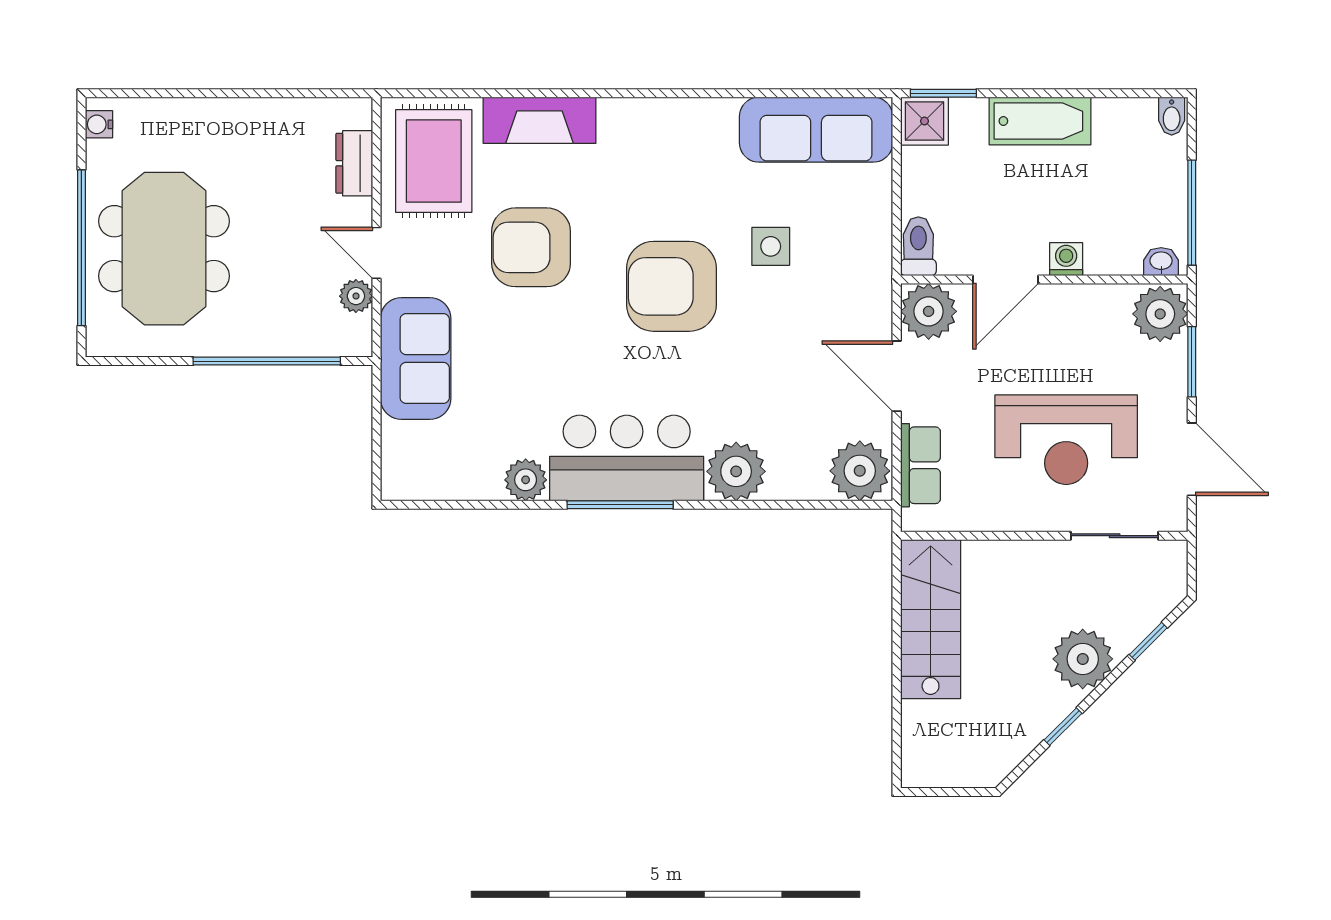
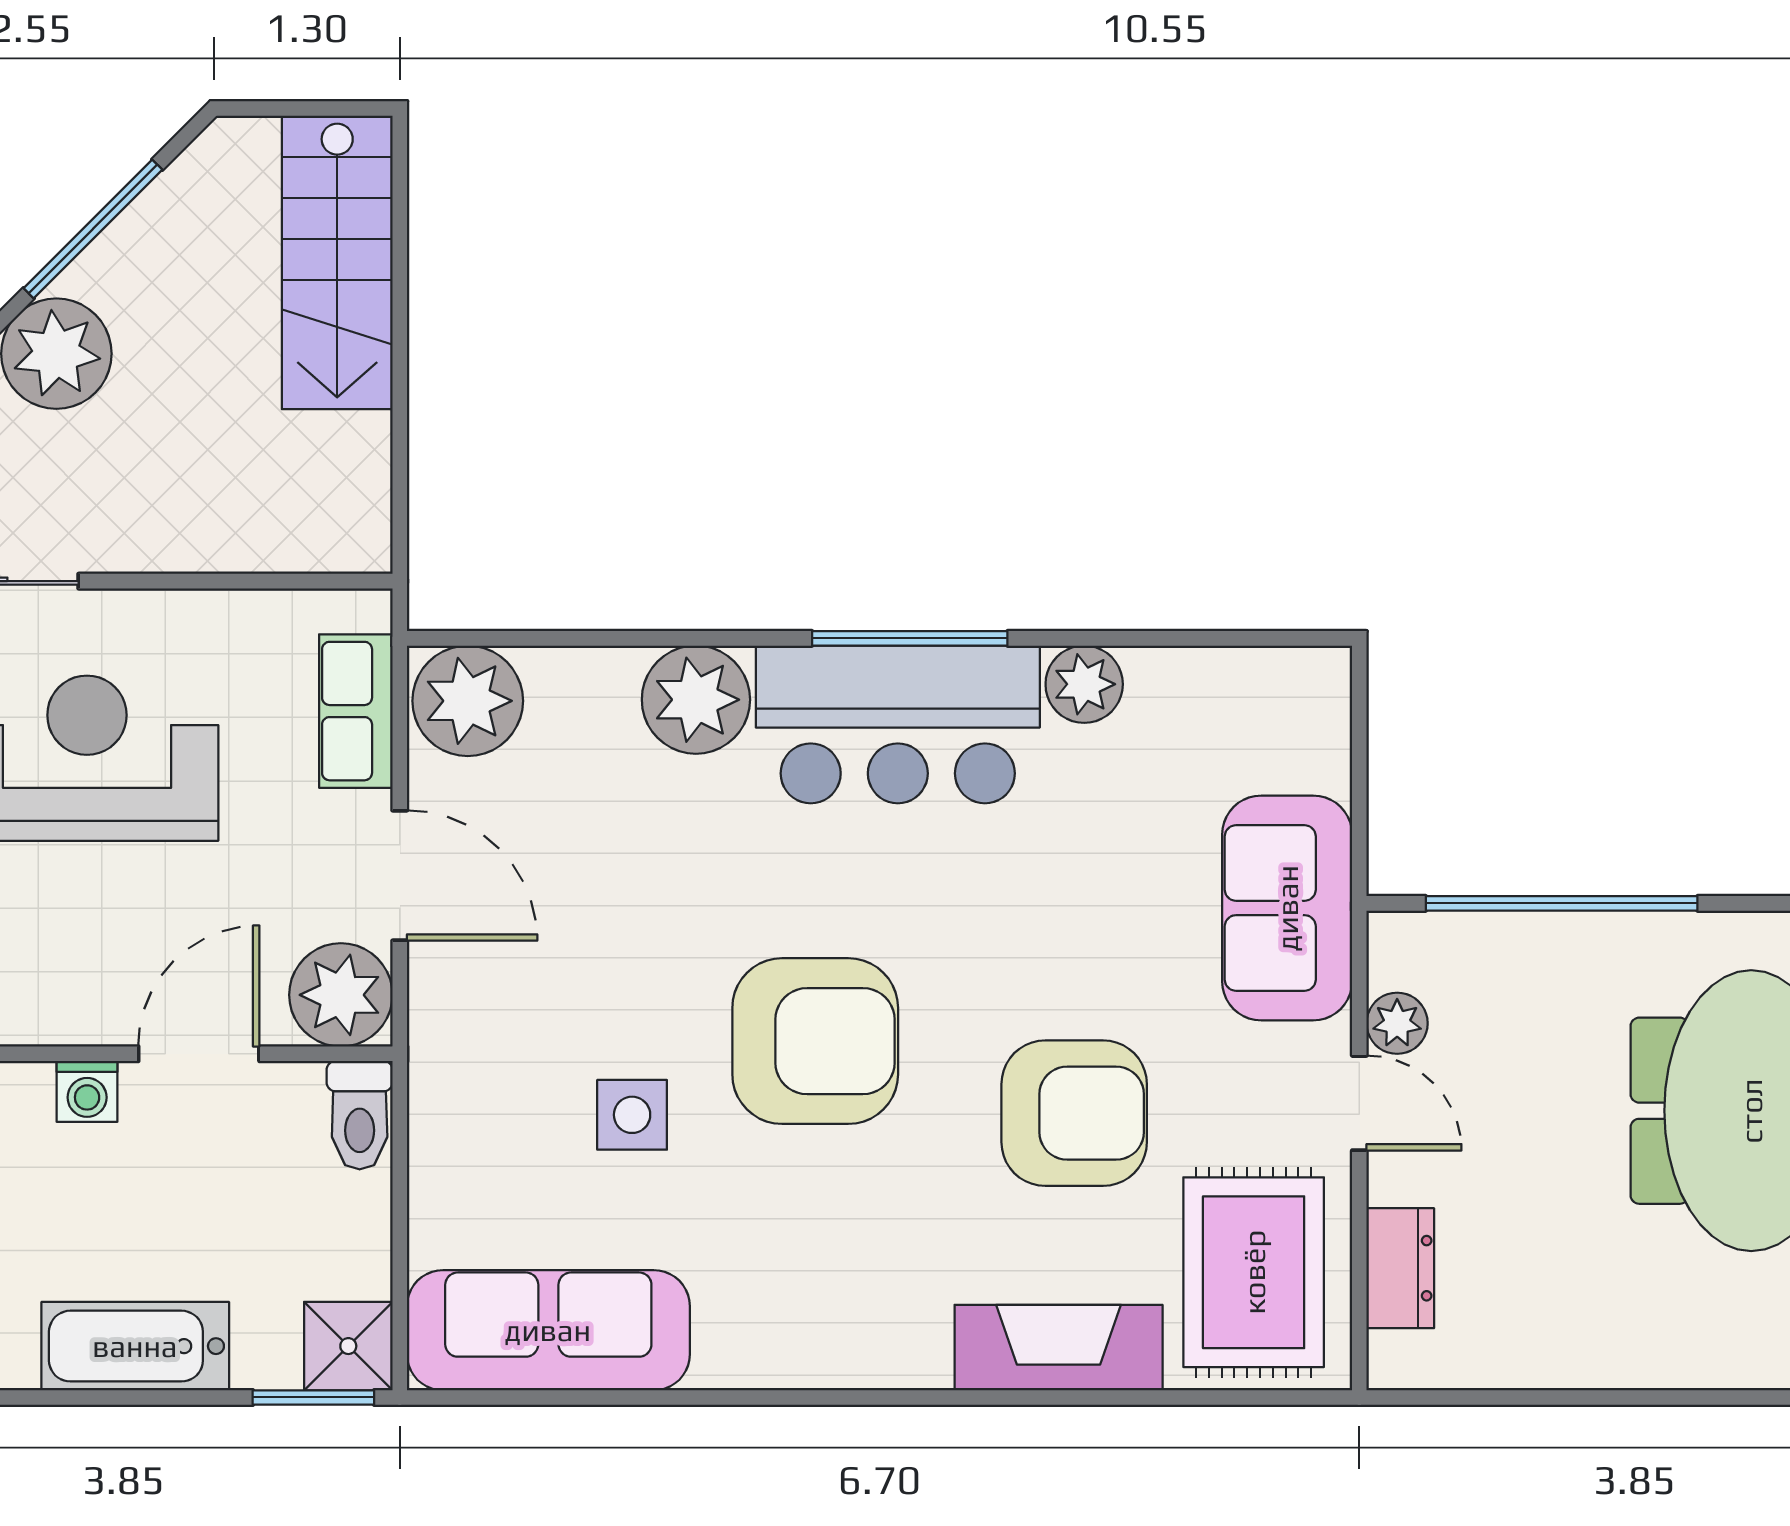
stairs: (931, 619) -> (337, 262), moved
window: (1063, 727) -> (93, 229), width x2.17

